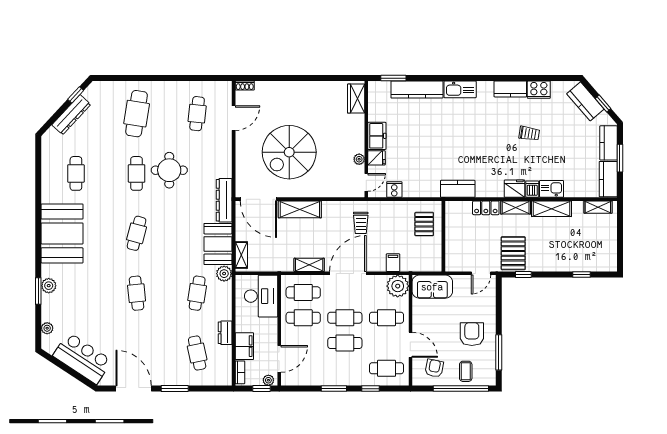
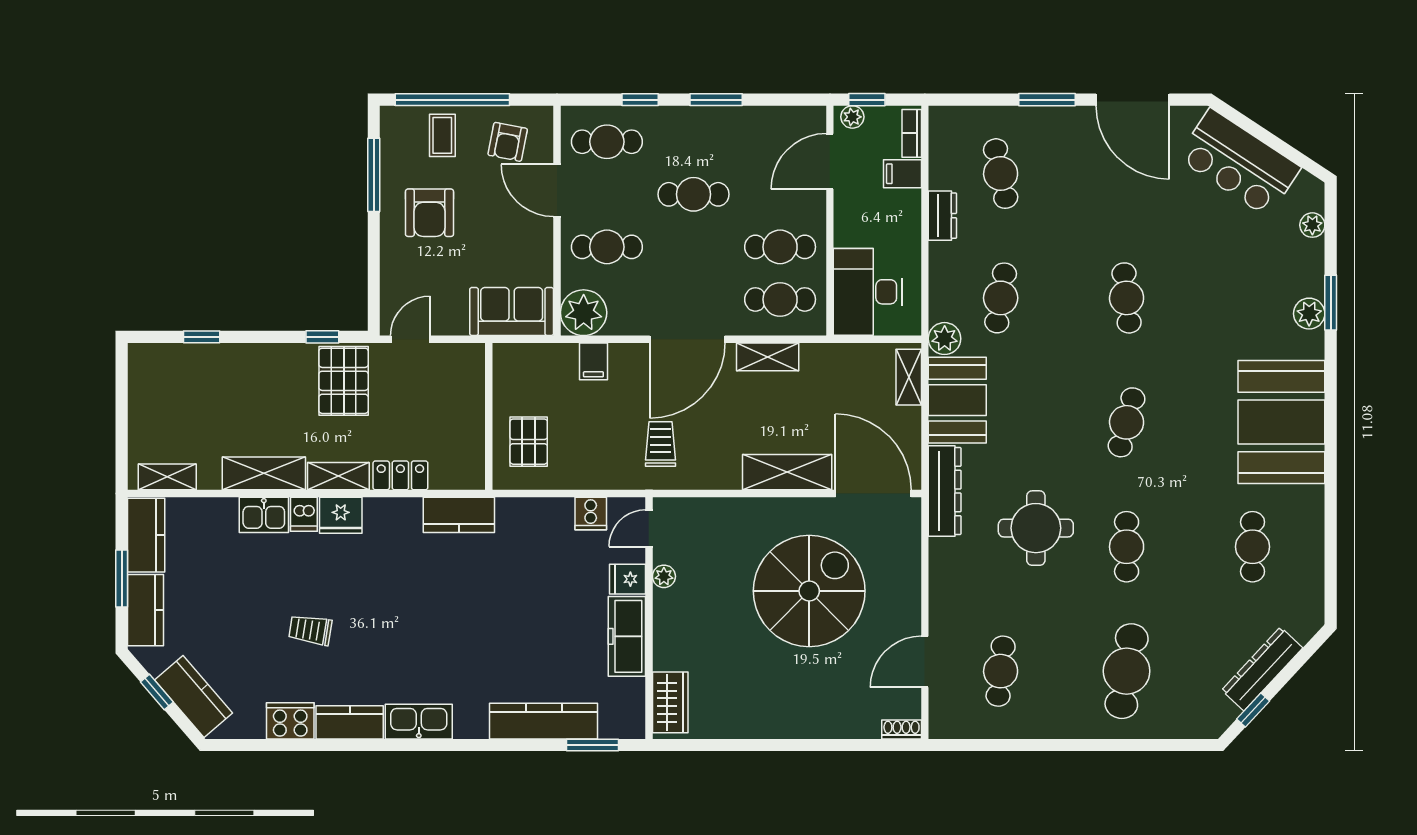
kitchen sink: (460, 89) -> (419, 722), moved
freezer: (377, 136) -> (627, 636), width x1.40
round table: (169, 170) -> (1036, 528), moved
cafe table: (345, 318) -> (693, 247), removed
filing cabinet: (244, 346) -> (903, 174), width x0.50

